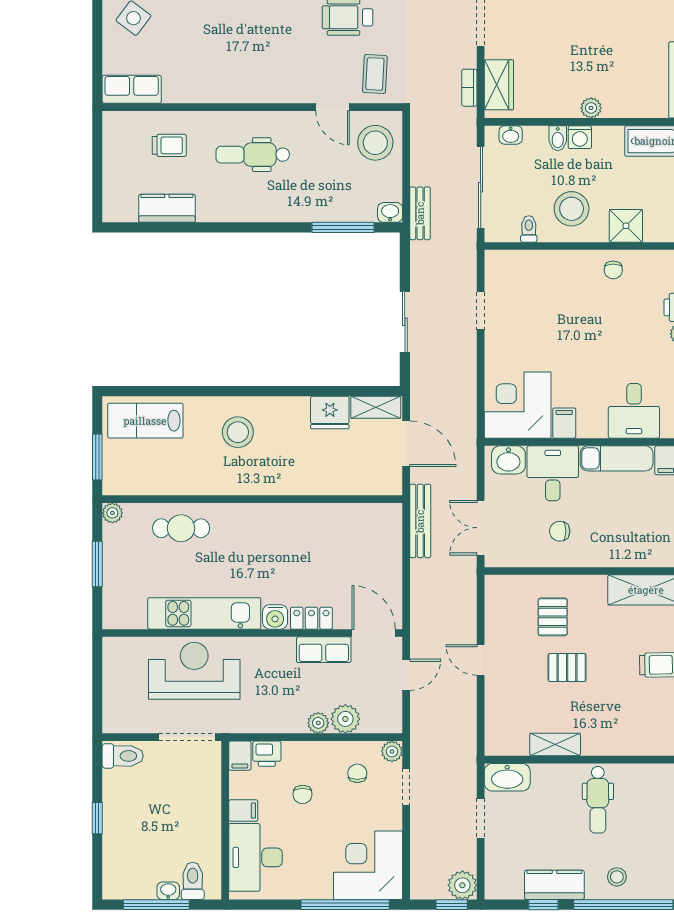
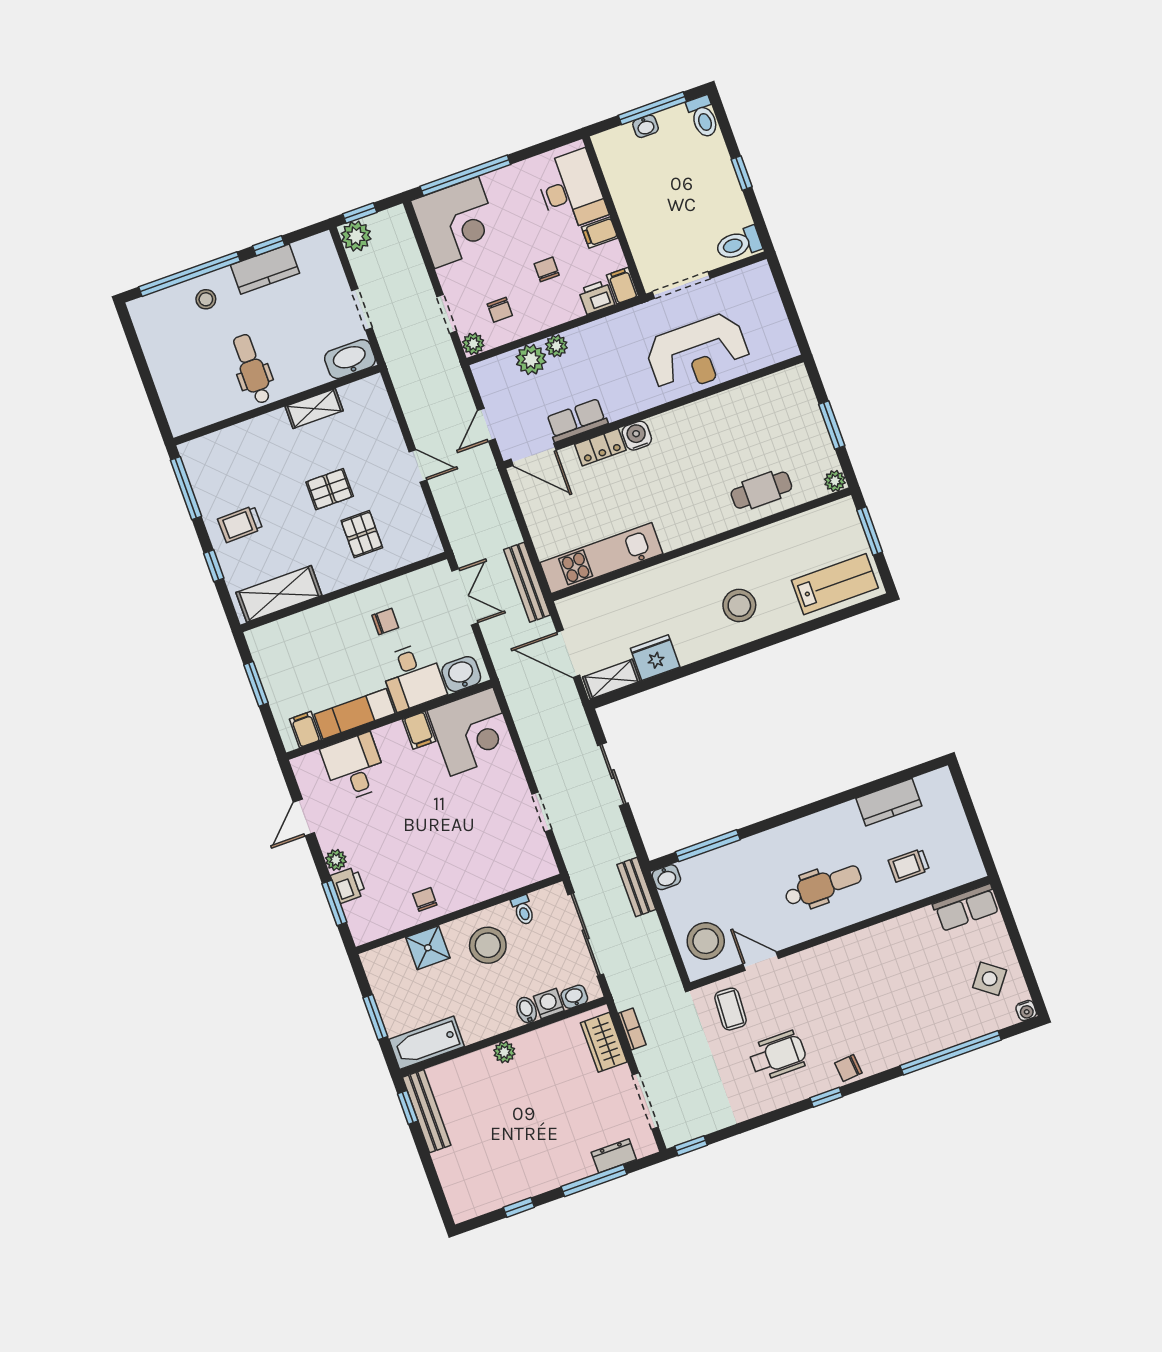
washing machine: (580, 137) -> (549, 1003), moved
kitchen unit: (204, 613) -> (601, 558), moved, turned 180
toilet: (193, 881) -> (703, 117), moved

